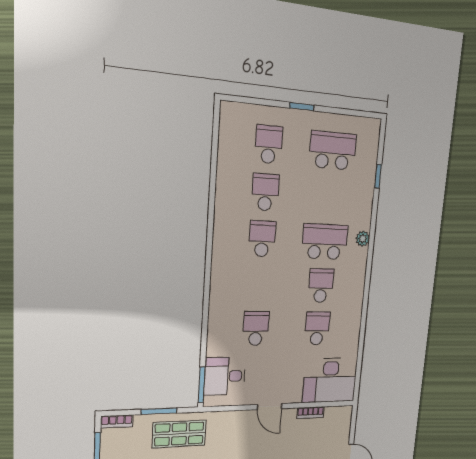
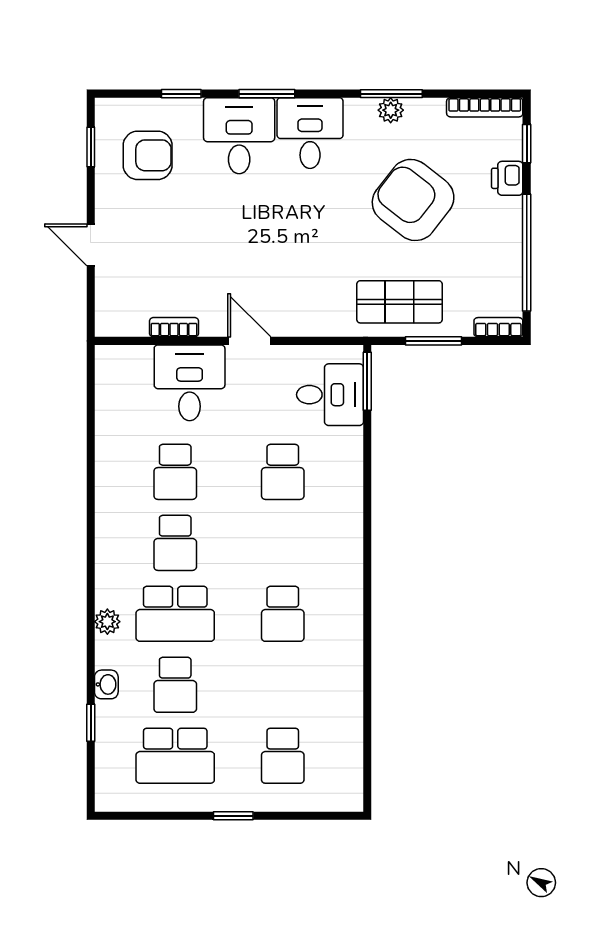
school desk: (265, 192) -> (175, 685), moved
washbasin: (367, 200) -> (106, 684), added
desk: (330, 380) -> (190, 383), moved, width x0.73

